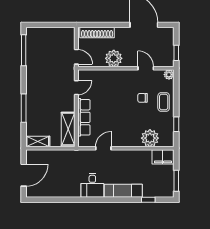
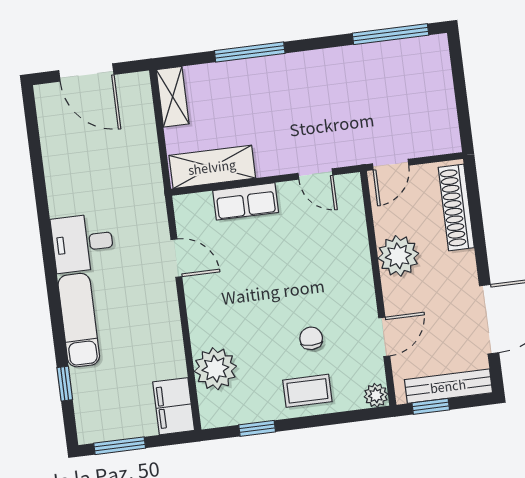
bench: (169, 45) -> (448, 386), added
row of seats: (84, 117) -> (246, 201), width x0.68

